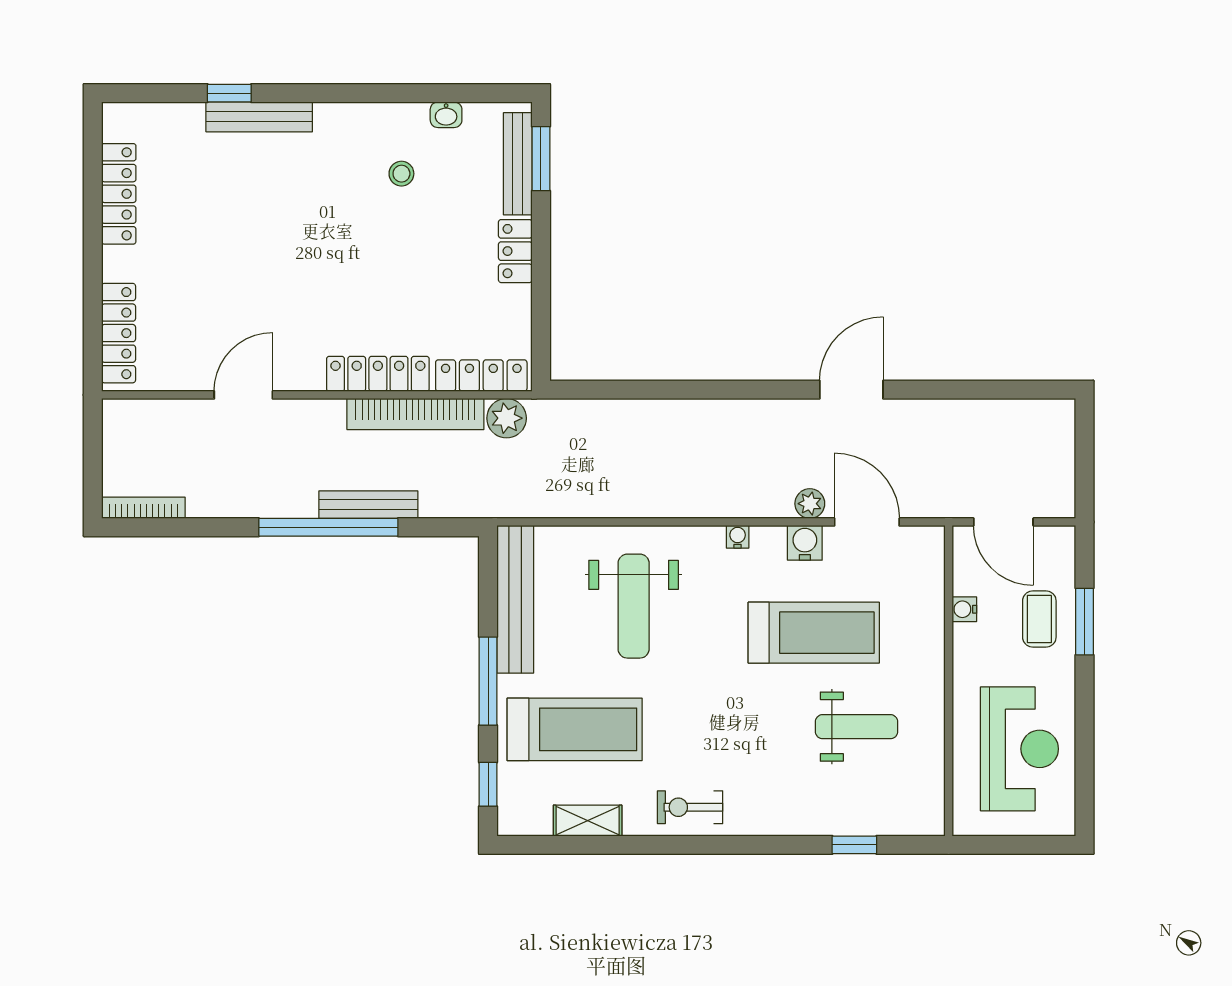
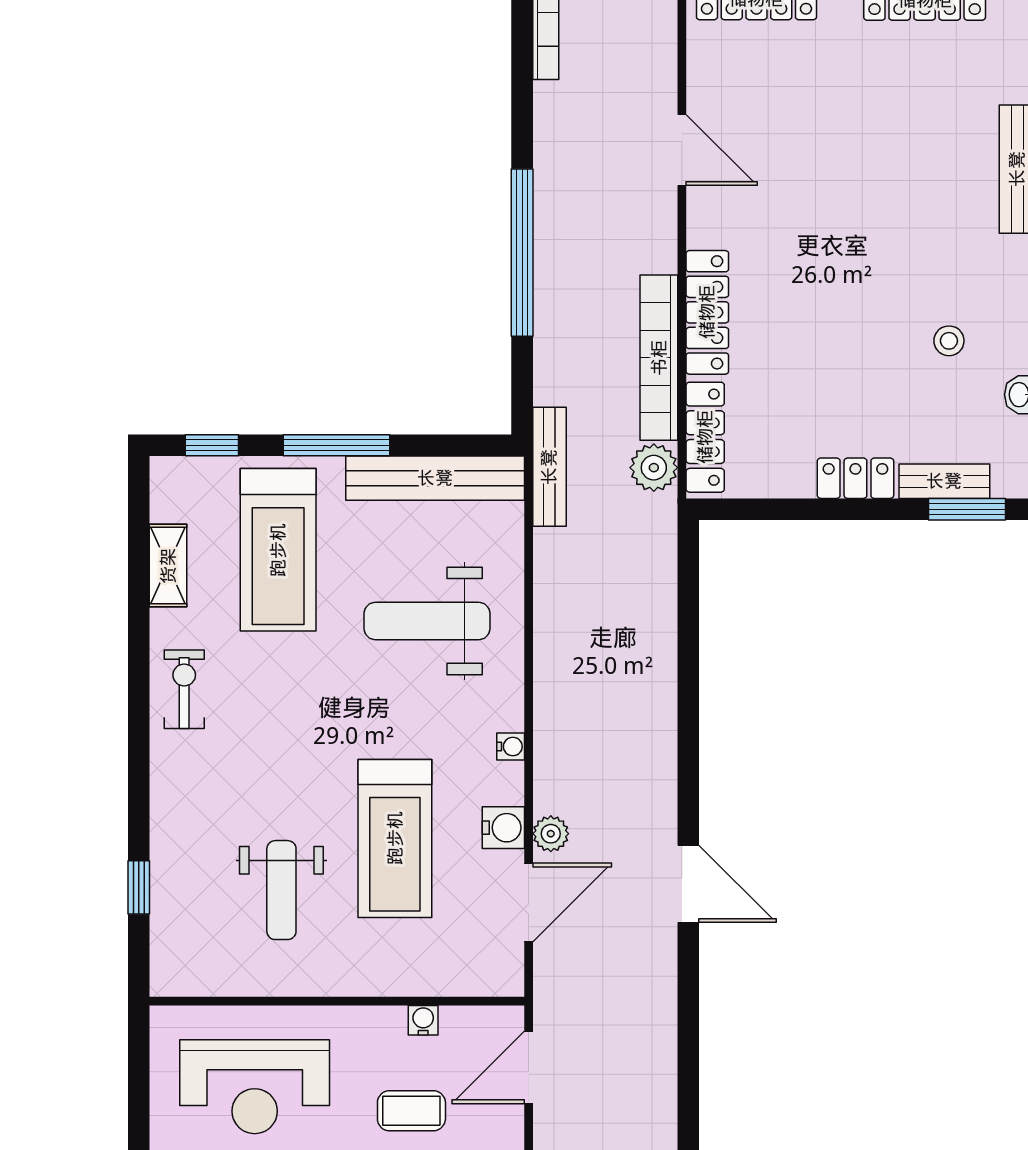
bench: (518, 164) -> (944, 481), width x0.73
bench: (368, 505) -> (549, 467), moved

